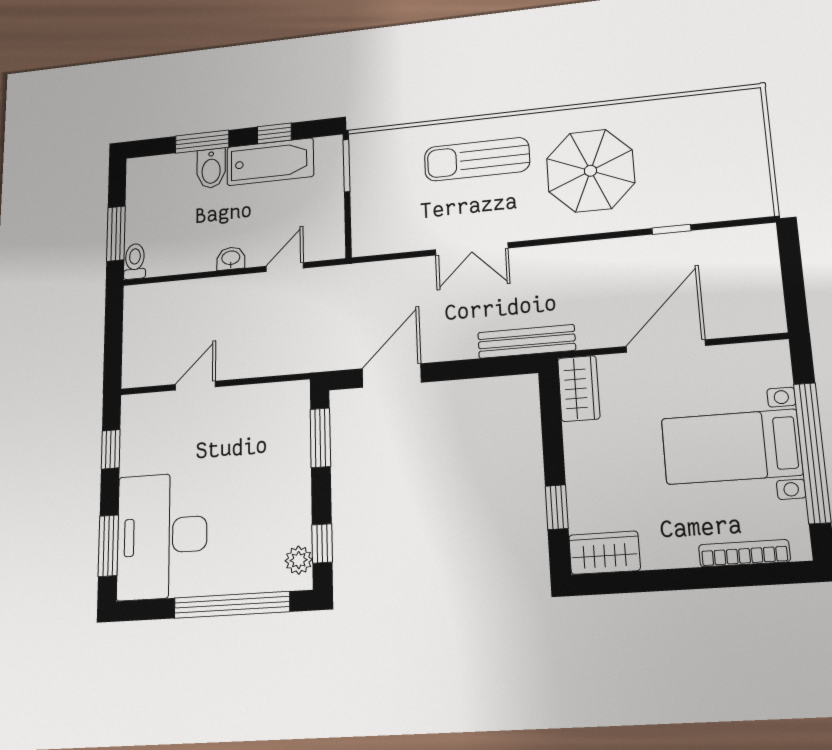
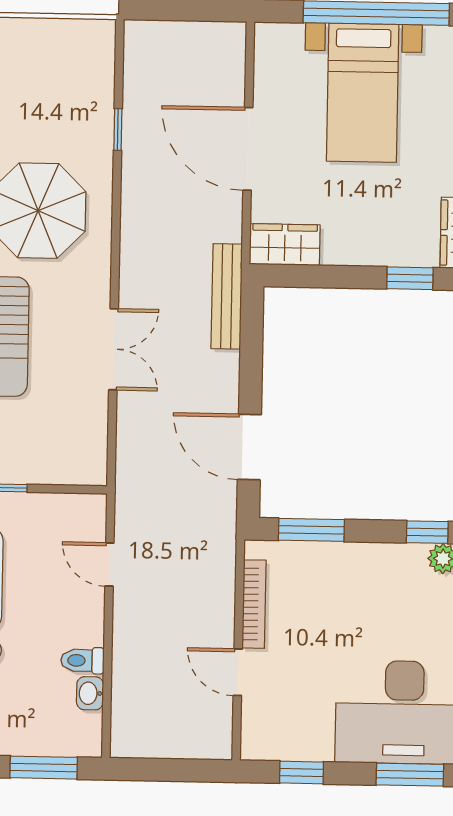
washbasin: (231, 258) -> (90, 693), moved
toilet: (135, 261) -> (82, 660), moved
bookcase: (254, 394) -> (254, 604), added

